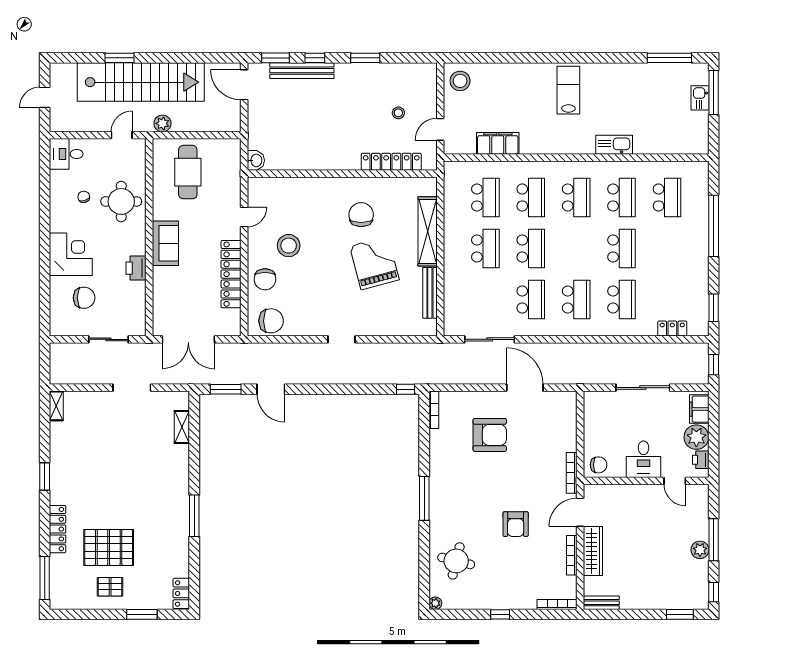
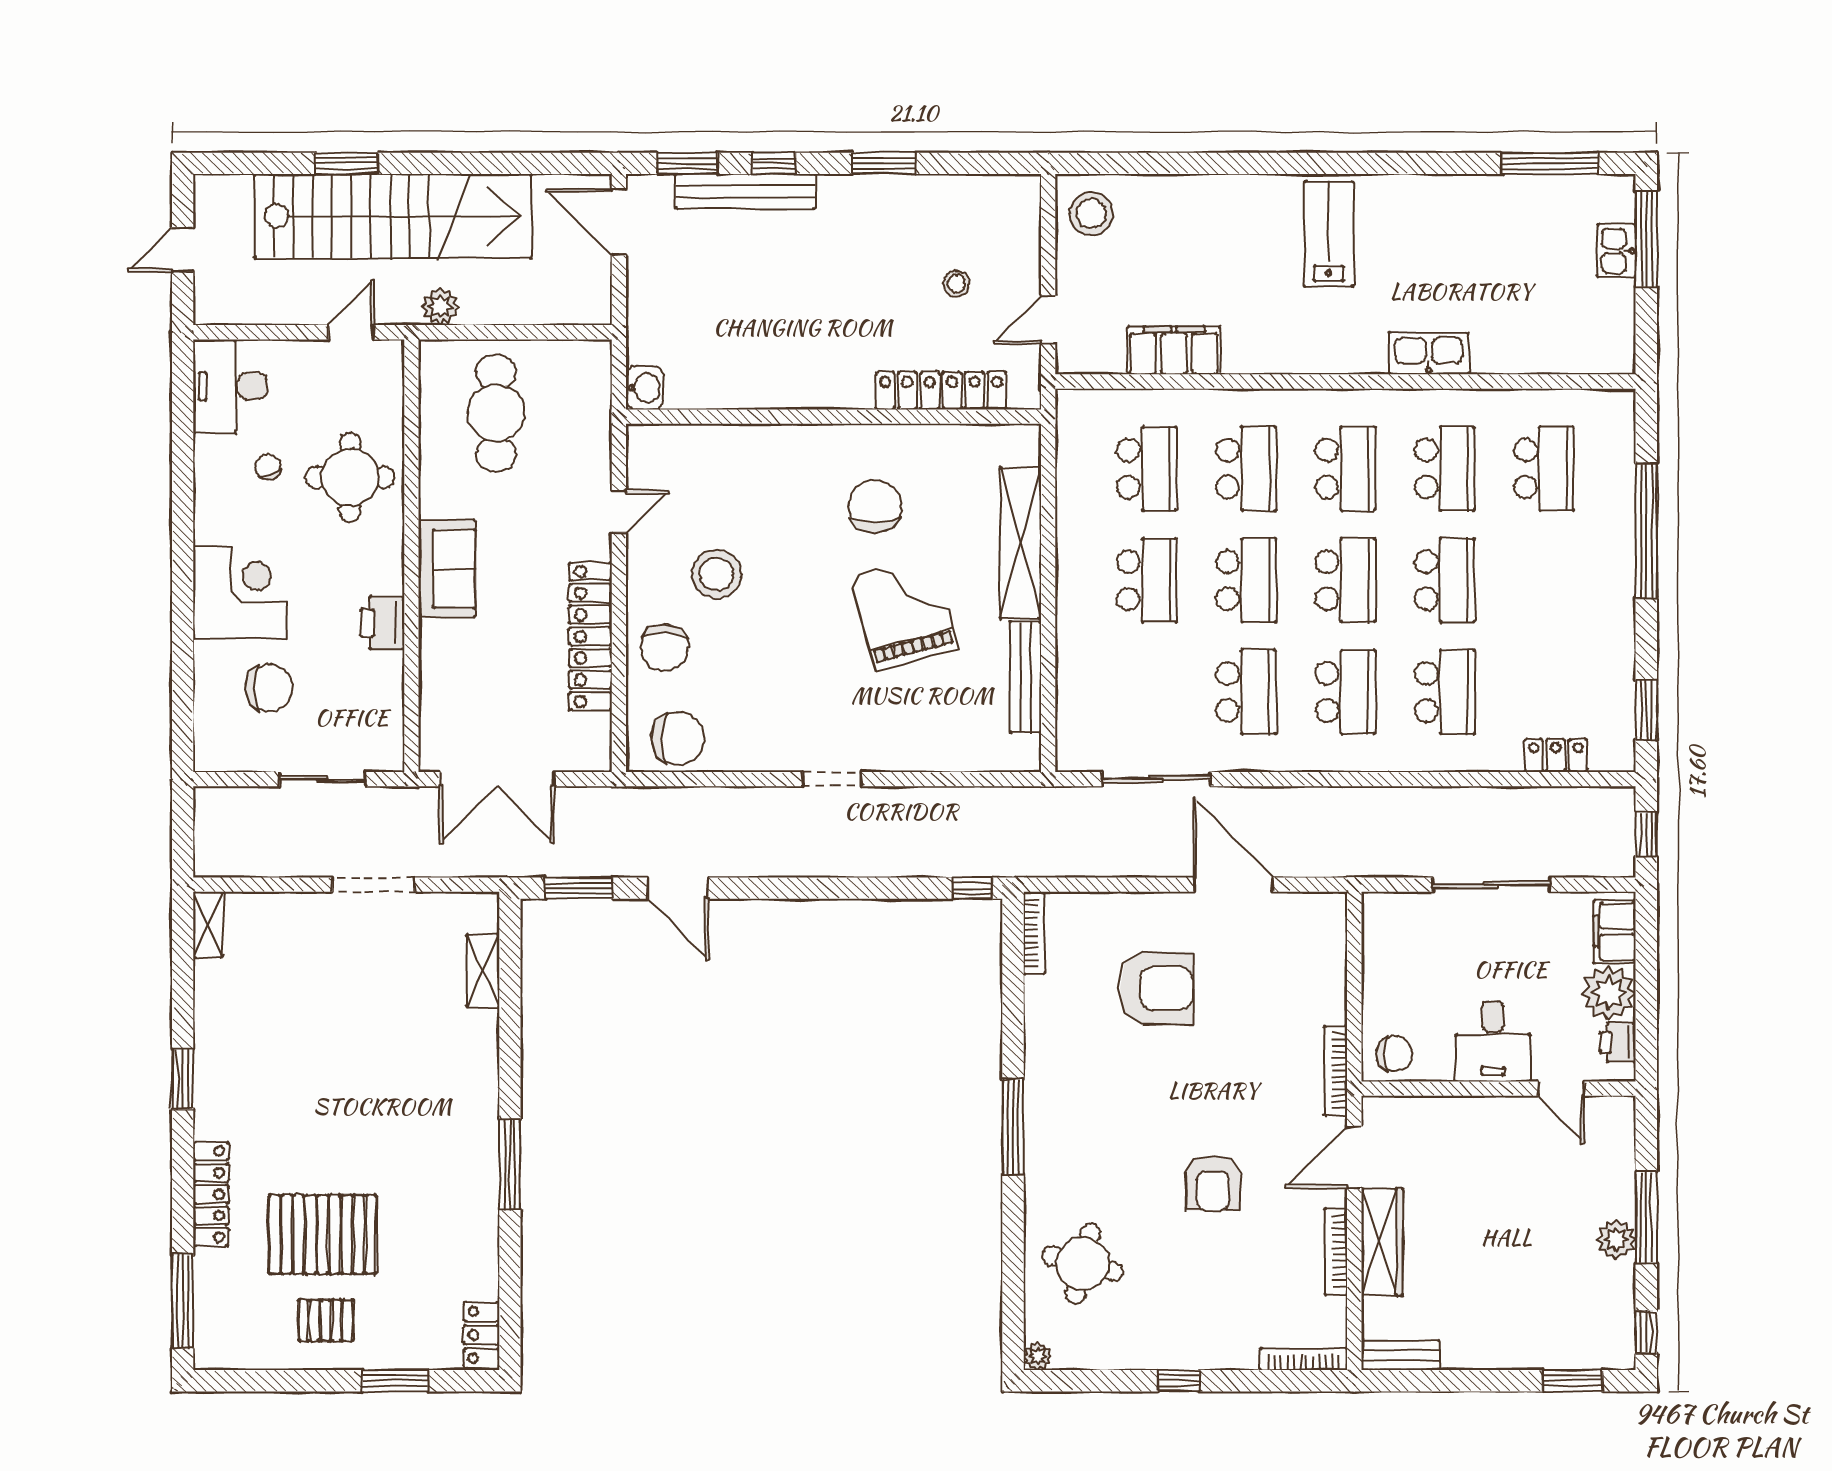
desk: (66, 154) -> (230, 386), width x1.37
school desk: (576, 248) -> (1345, 580), added

